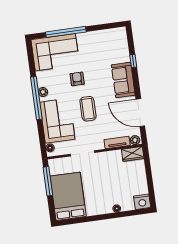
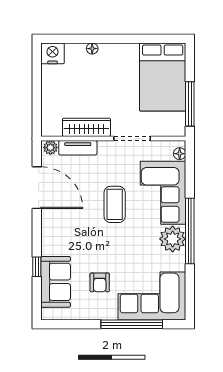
armchair: (77, 79) -> (100, 282), moved
sofa: (123, 80) -> (56, 282), moved
plant: (43, 92) -> (173, 239), width x1.88, depth x1.88
wardrobe: (133, 154) -> (86, 127), moved, width x1.50

